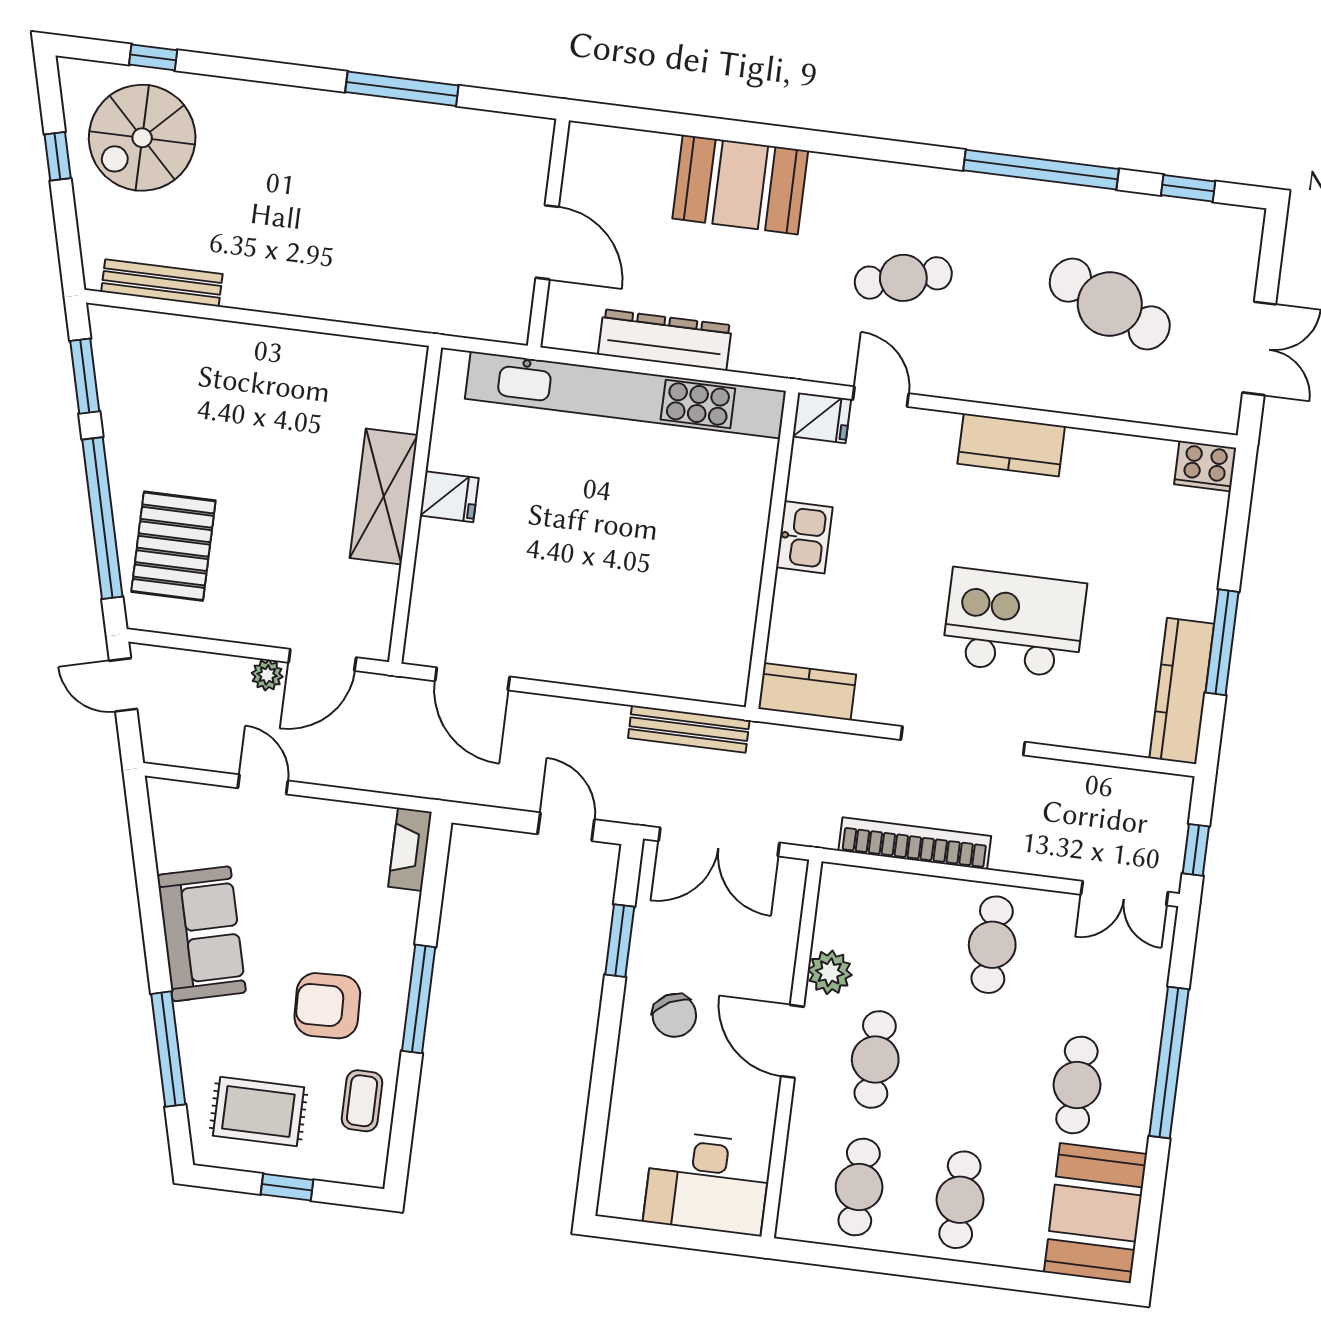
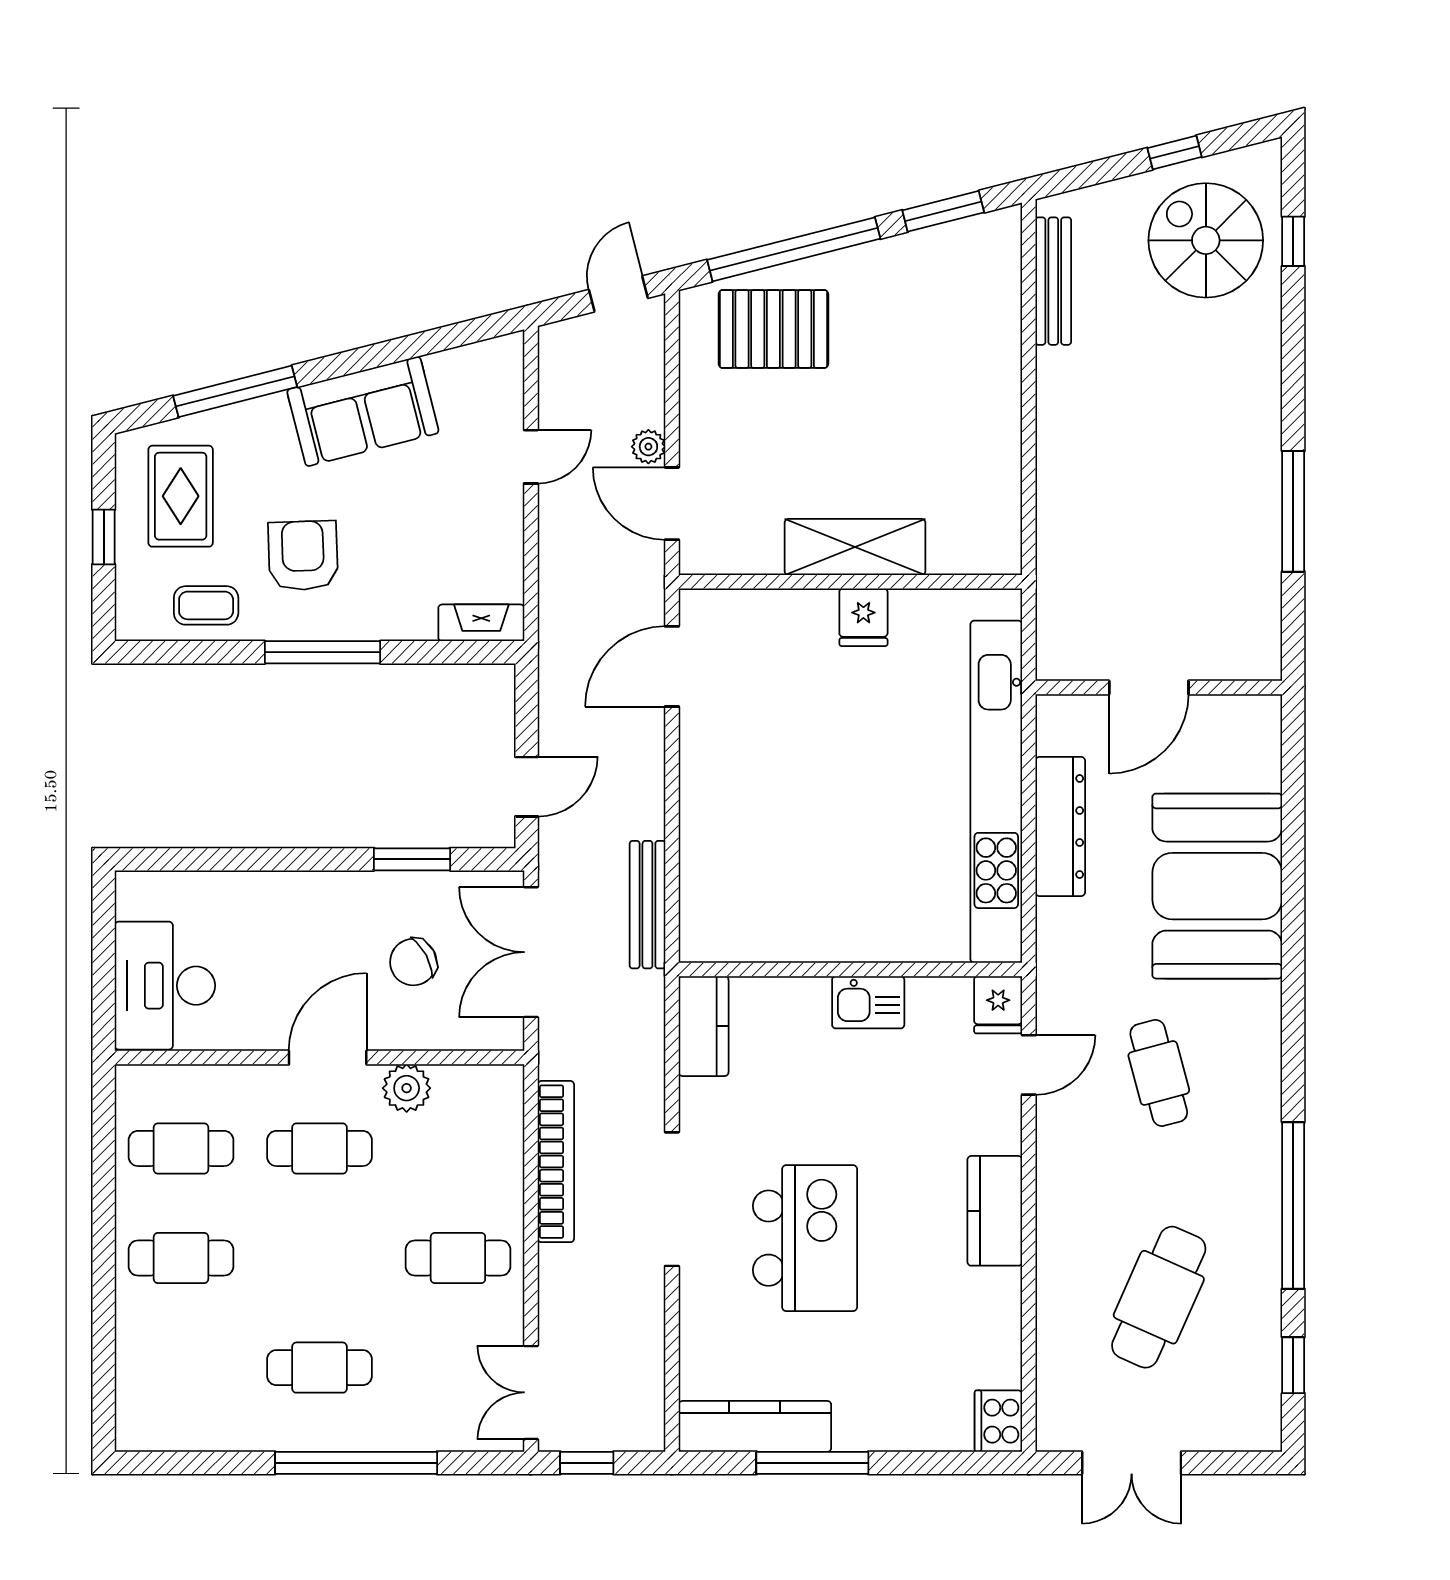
booth: (740, 185) -> (1217, 886), width x1.36, depth x1.42
chair: (674, 1015) -> (413, 962), moved
booth: (1095, 1213) -> (185, 1405), removed

